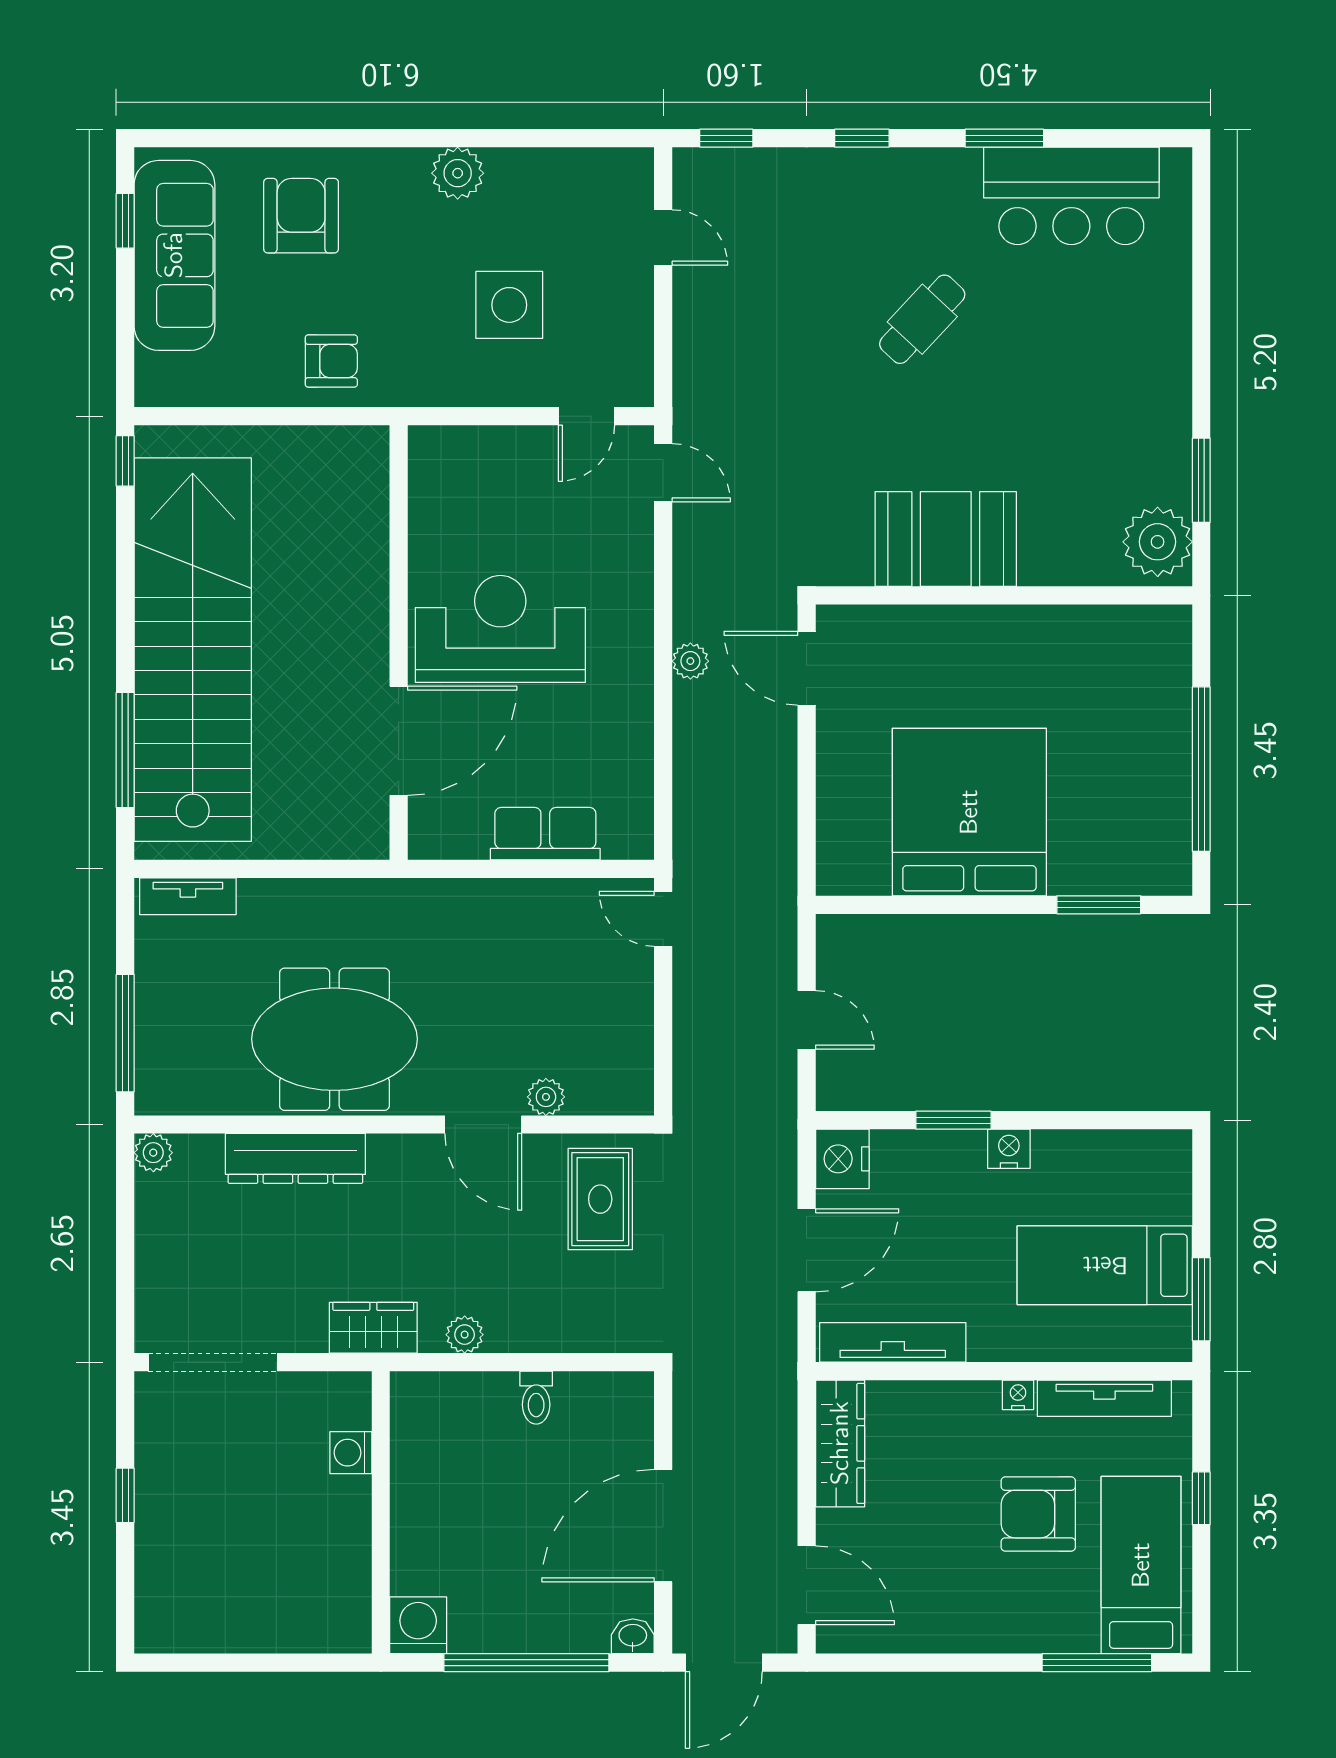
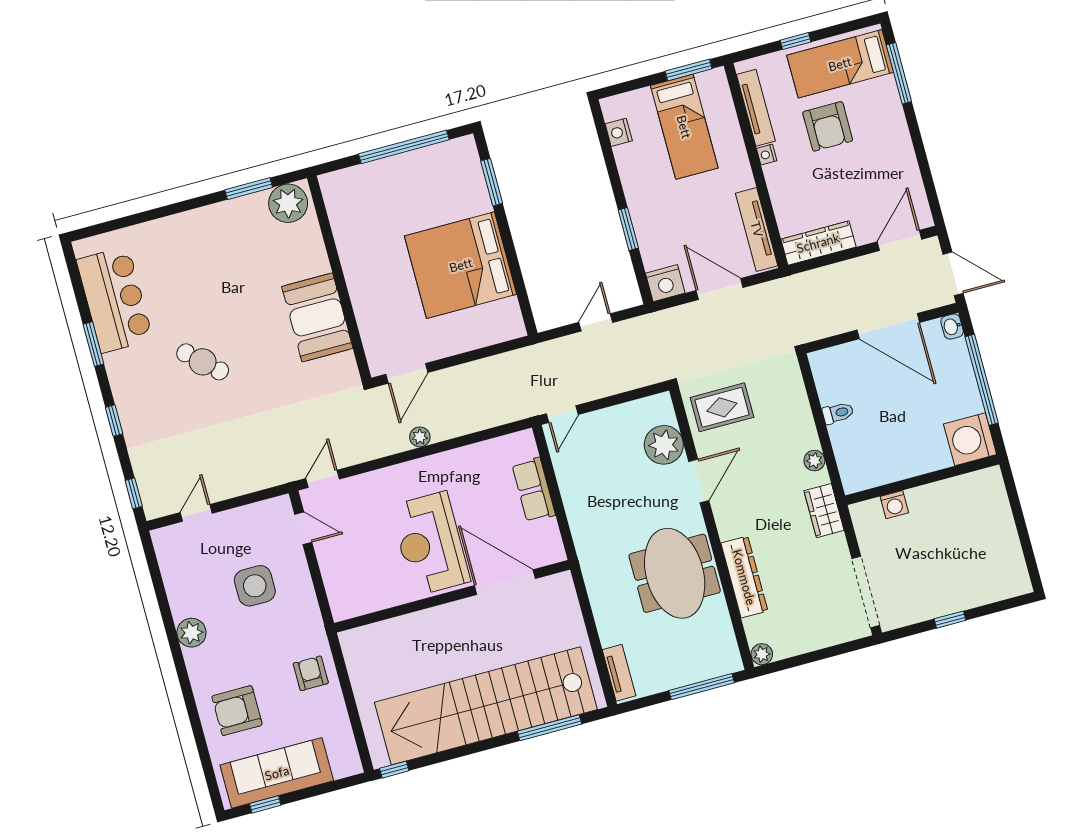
plant: (546, 1097) -> (664, 445), width x1.87, depth x1.87
nightstand: (1009, 1149) -> (619, 132), moved
washing machine: (418, 1625) -> (970, 439), width x1.37, depth x1.37

